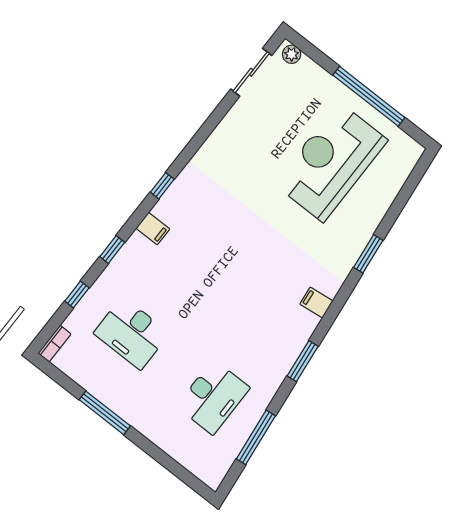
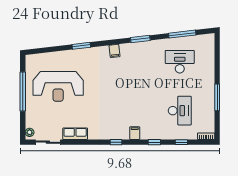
row of seats: (230, 129) -> (75, 134), added

